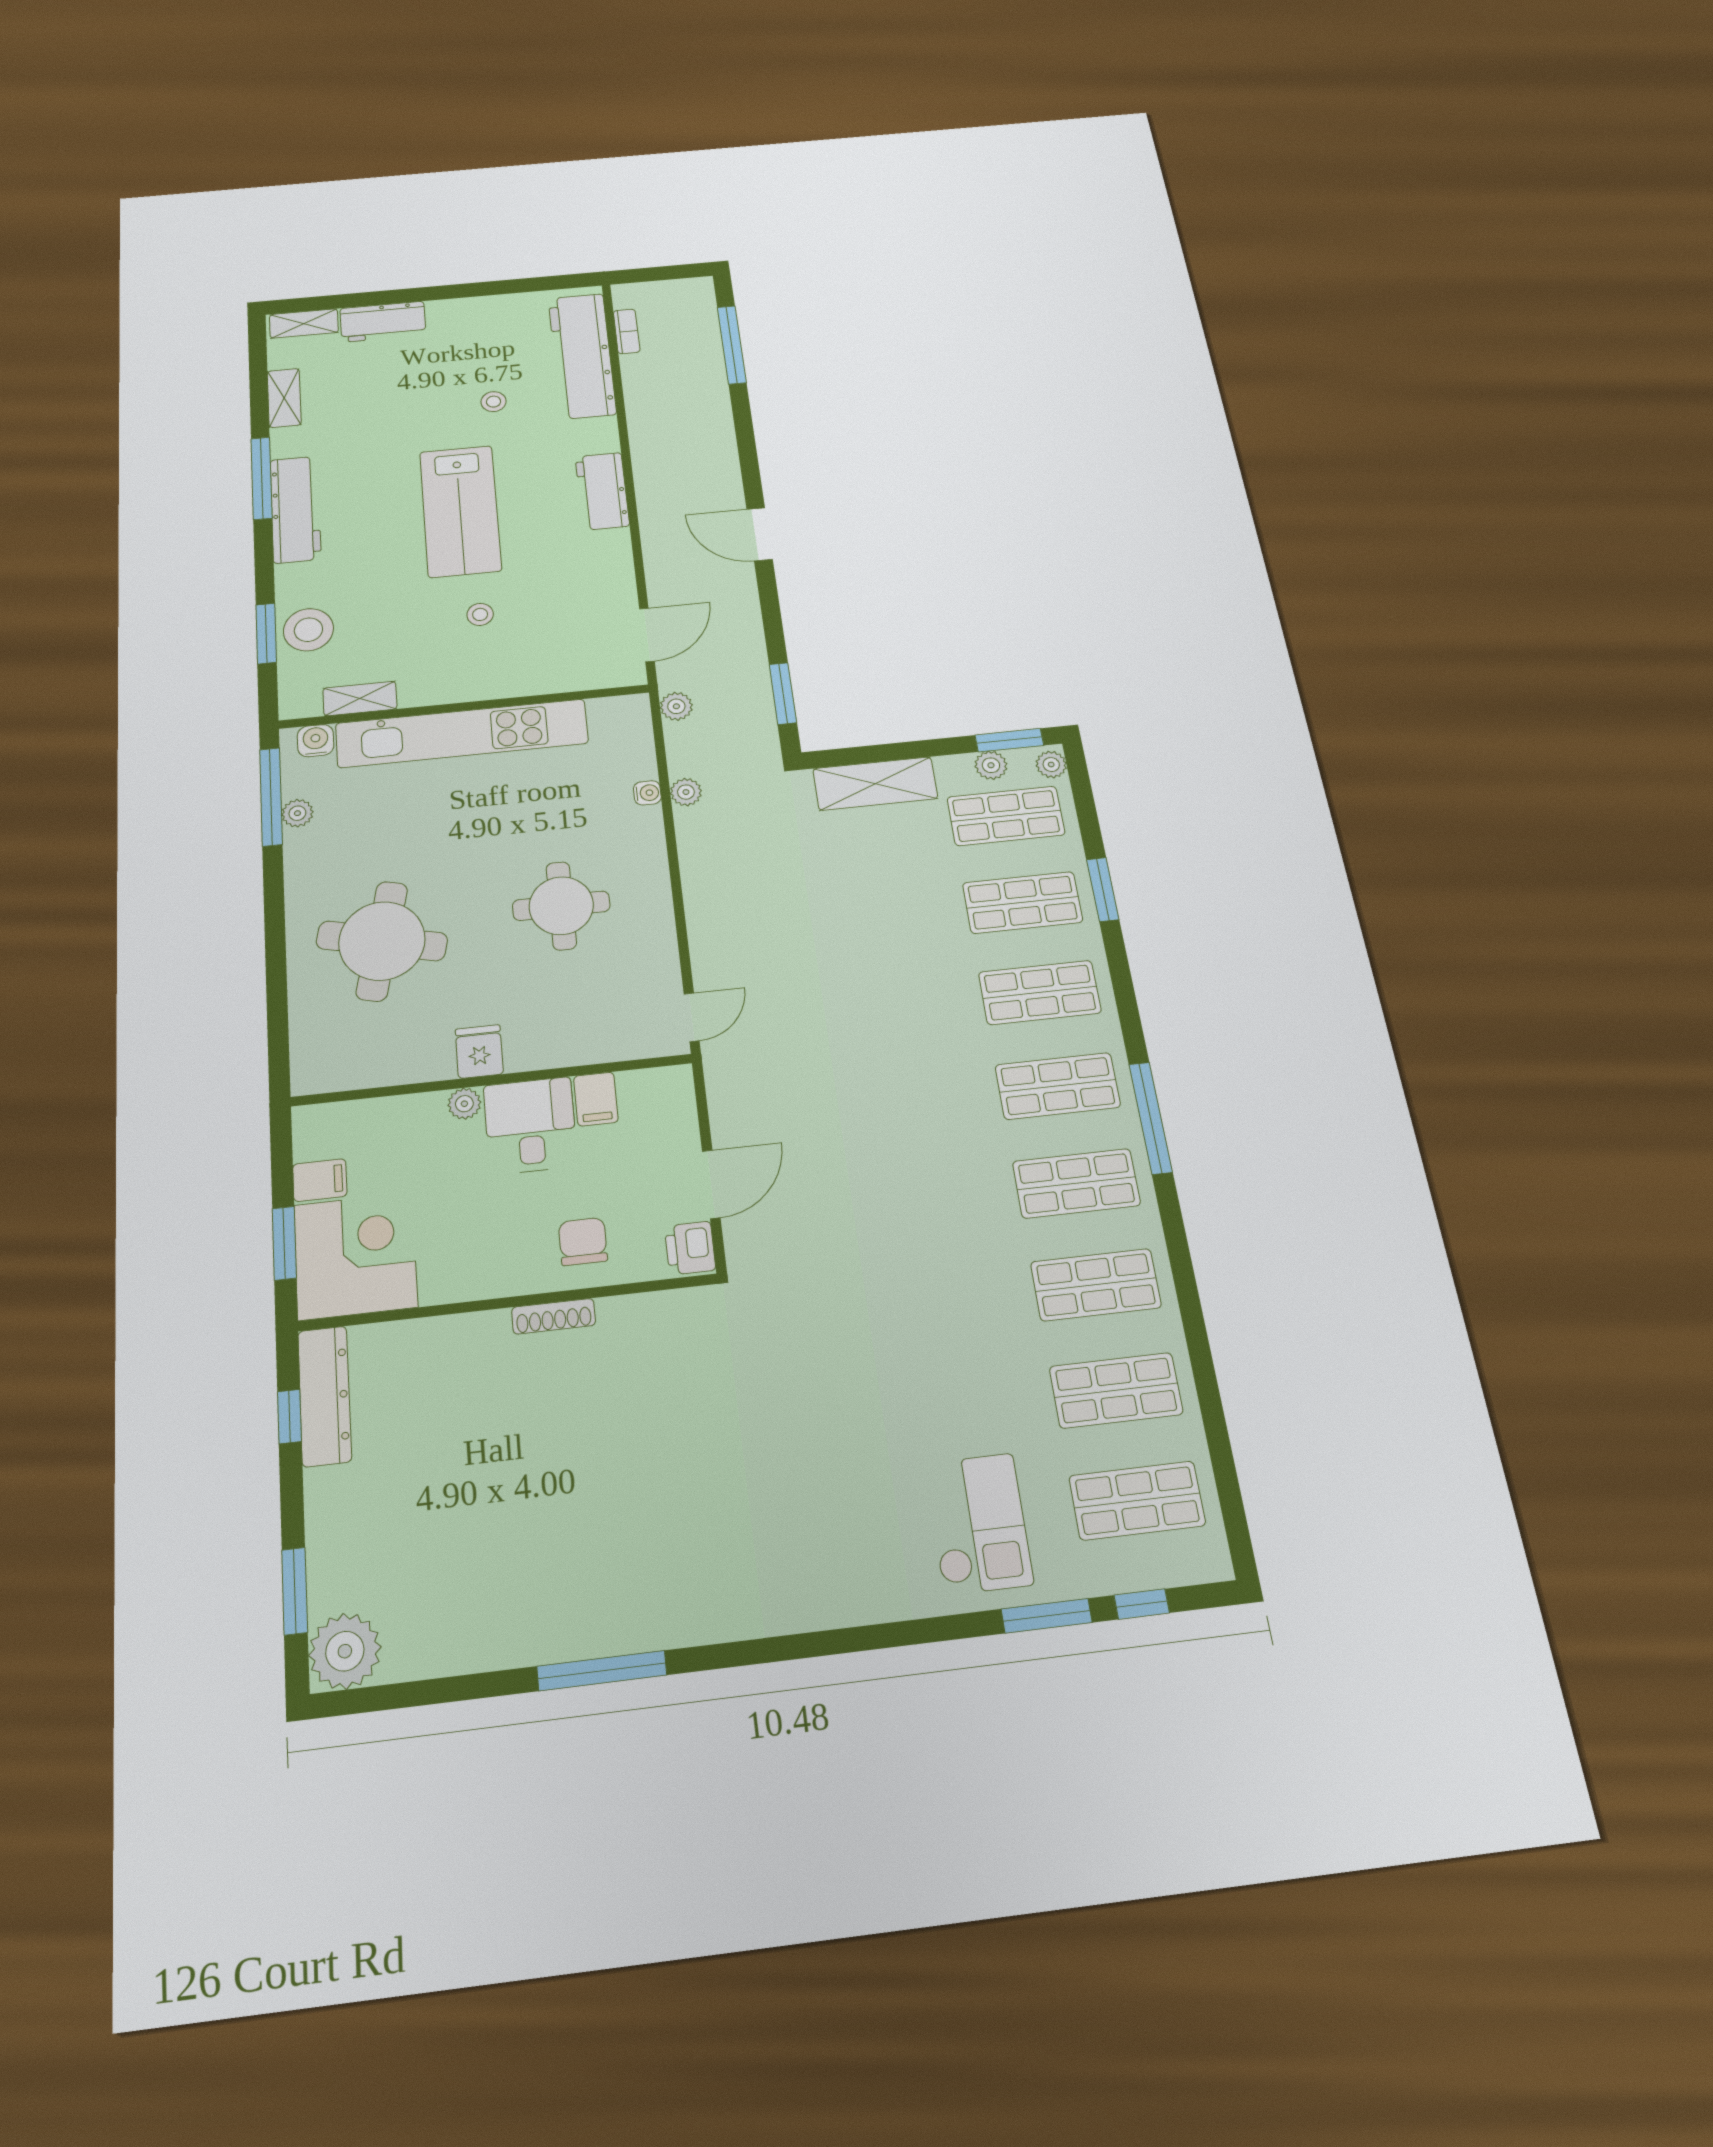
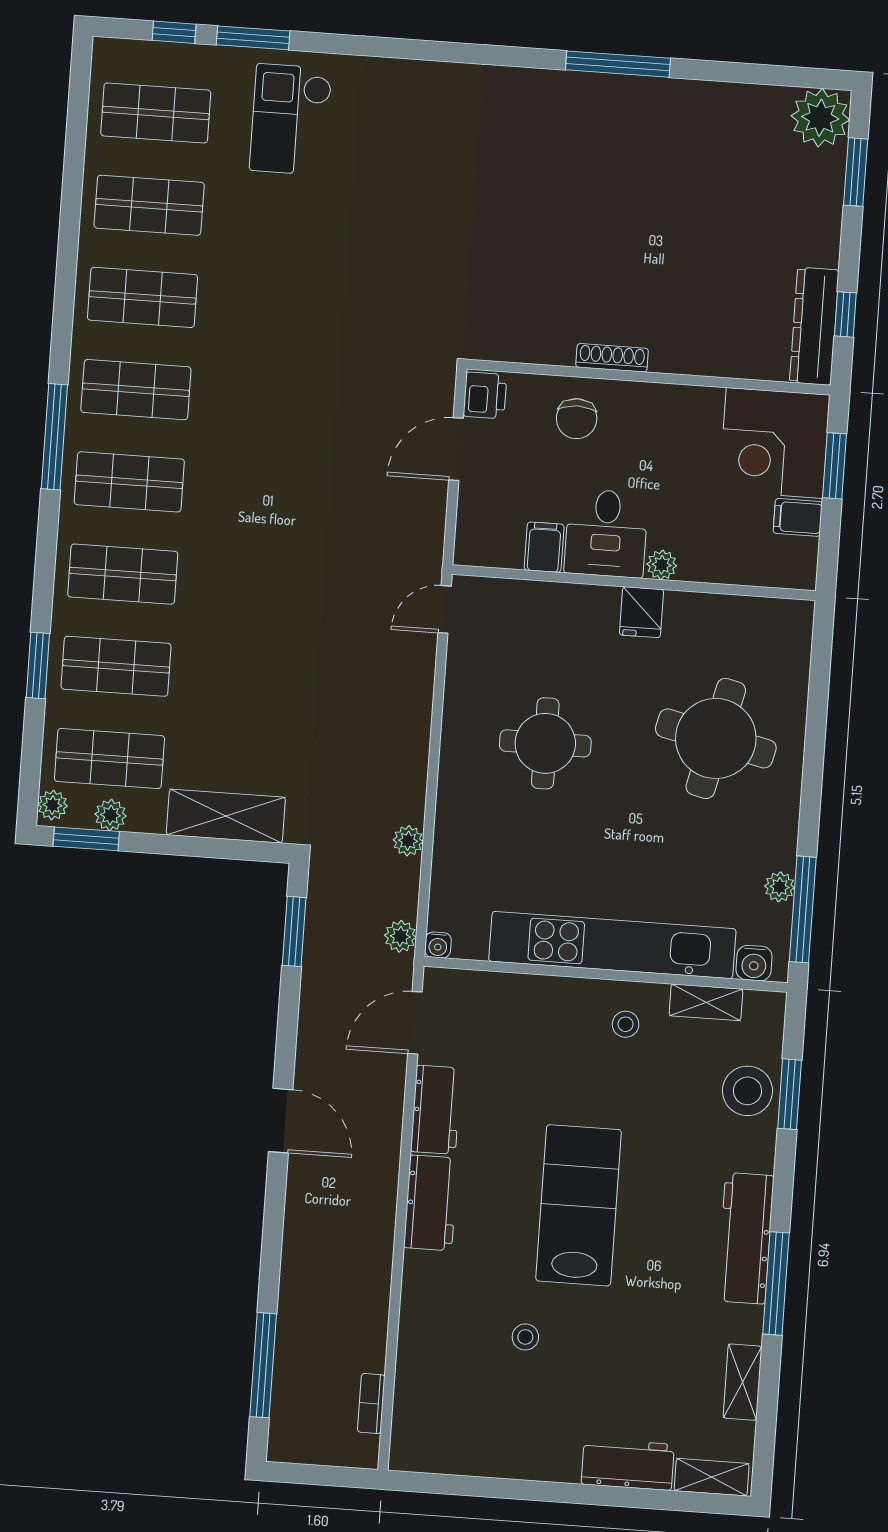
workbench: (582, 356) -> (436, 1110), moved, width x0.53, depth x0.76
stool: (480, 614) -> (626, 1024), moved
water cooler: (647, 793) -> (438, 945), moved, turned -90

